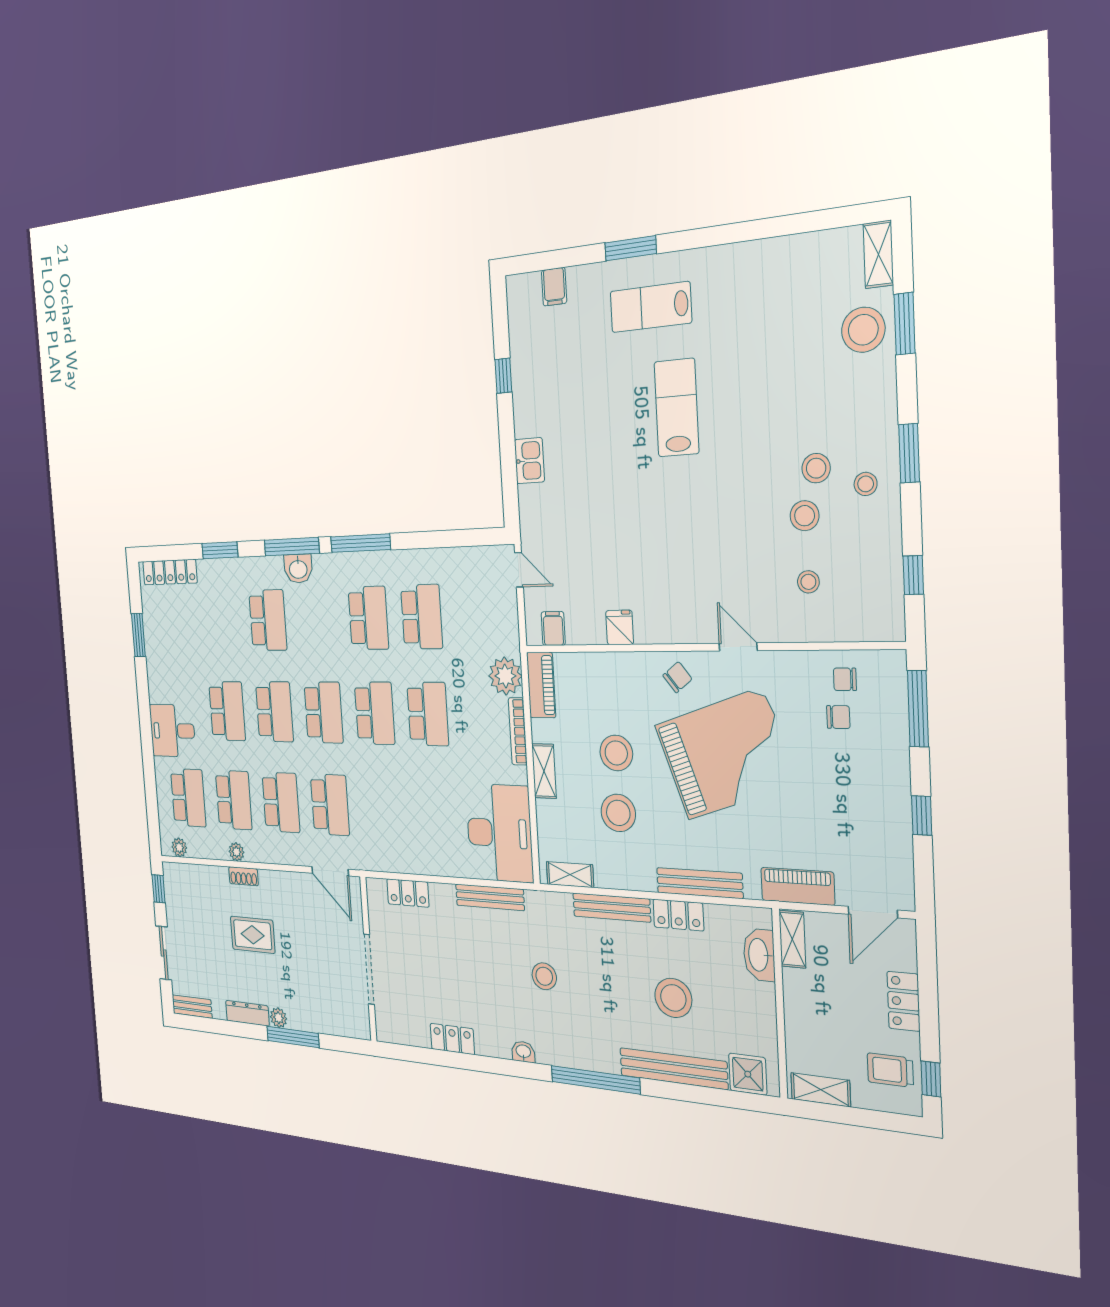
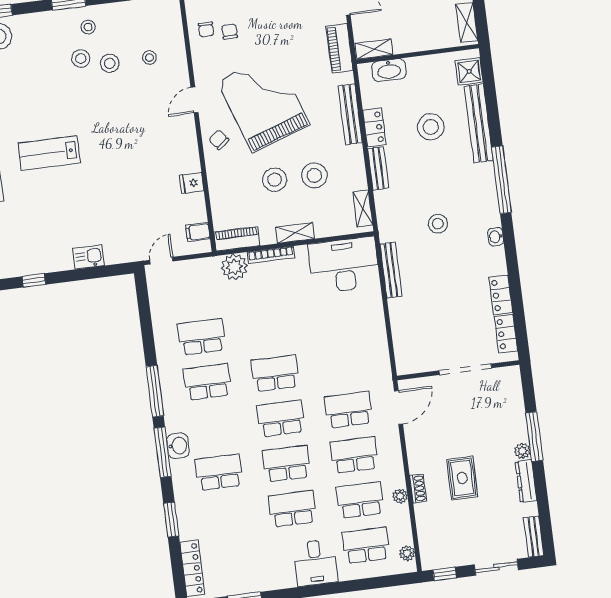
school desk: (428, 714) -> (269, 328), removed
locker: (408, 893) -> (506, 334), moved, turned 180
bench: (612, 908) -> (378, 168), width x0.73

